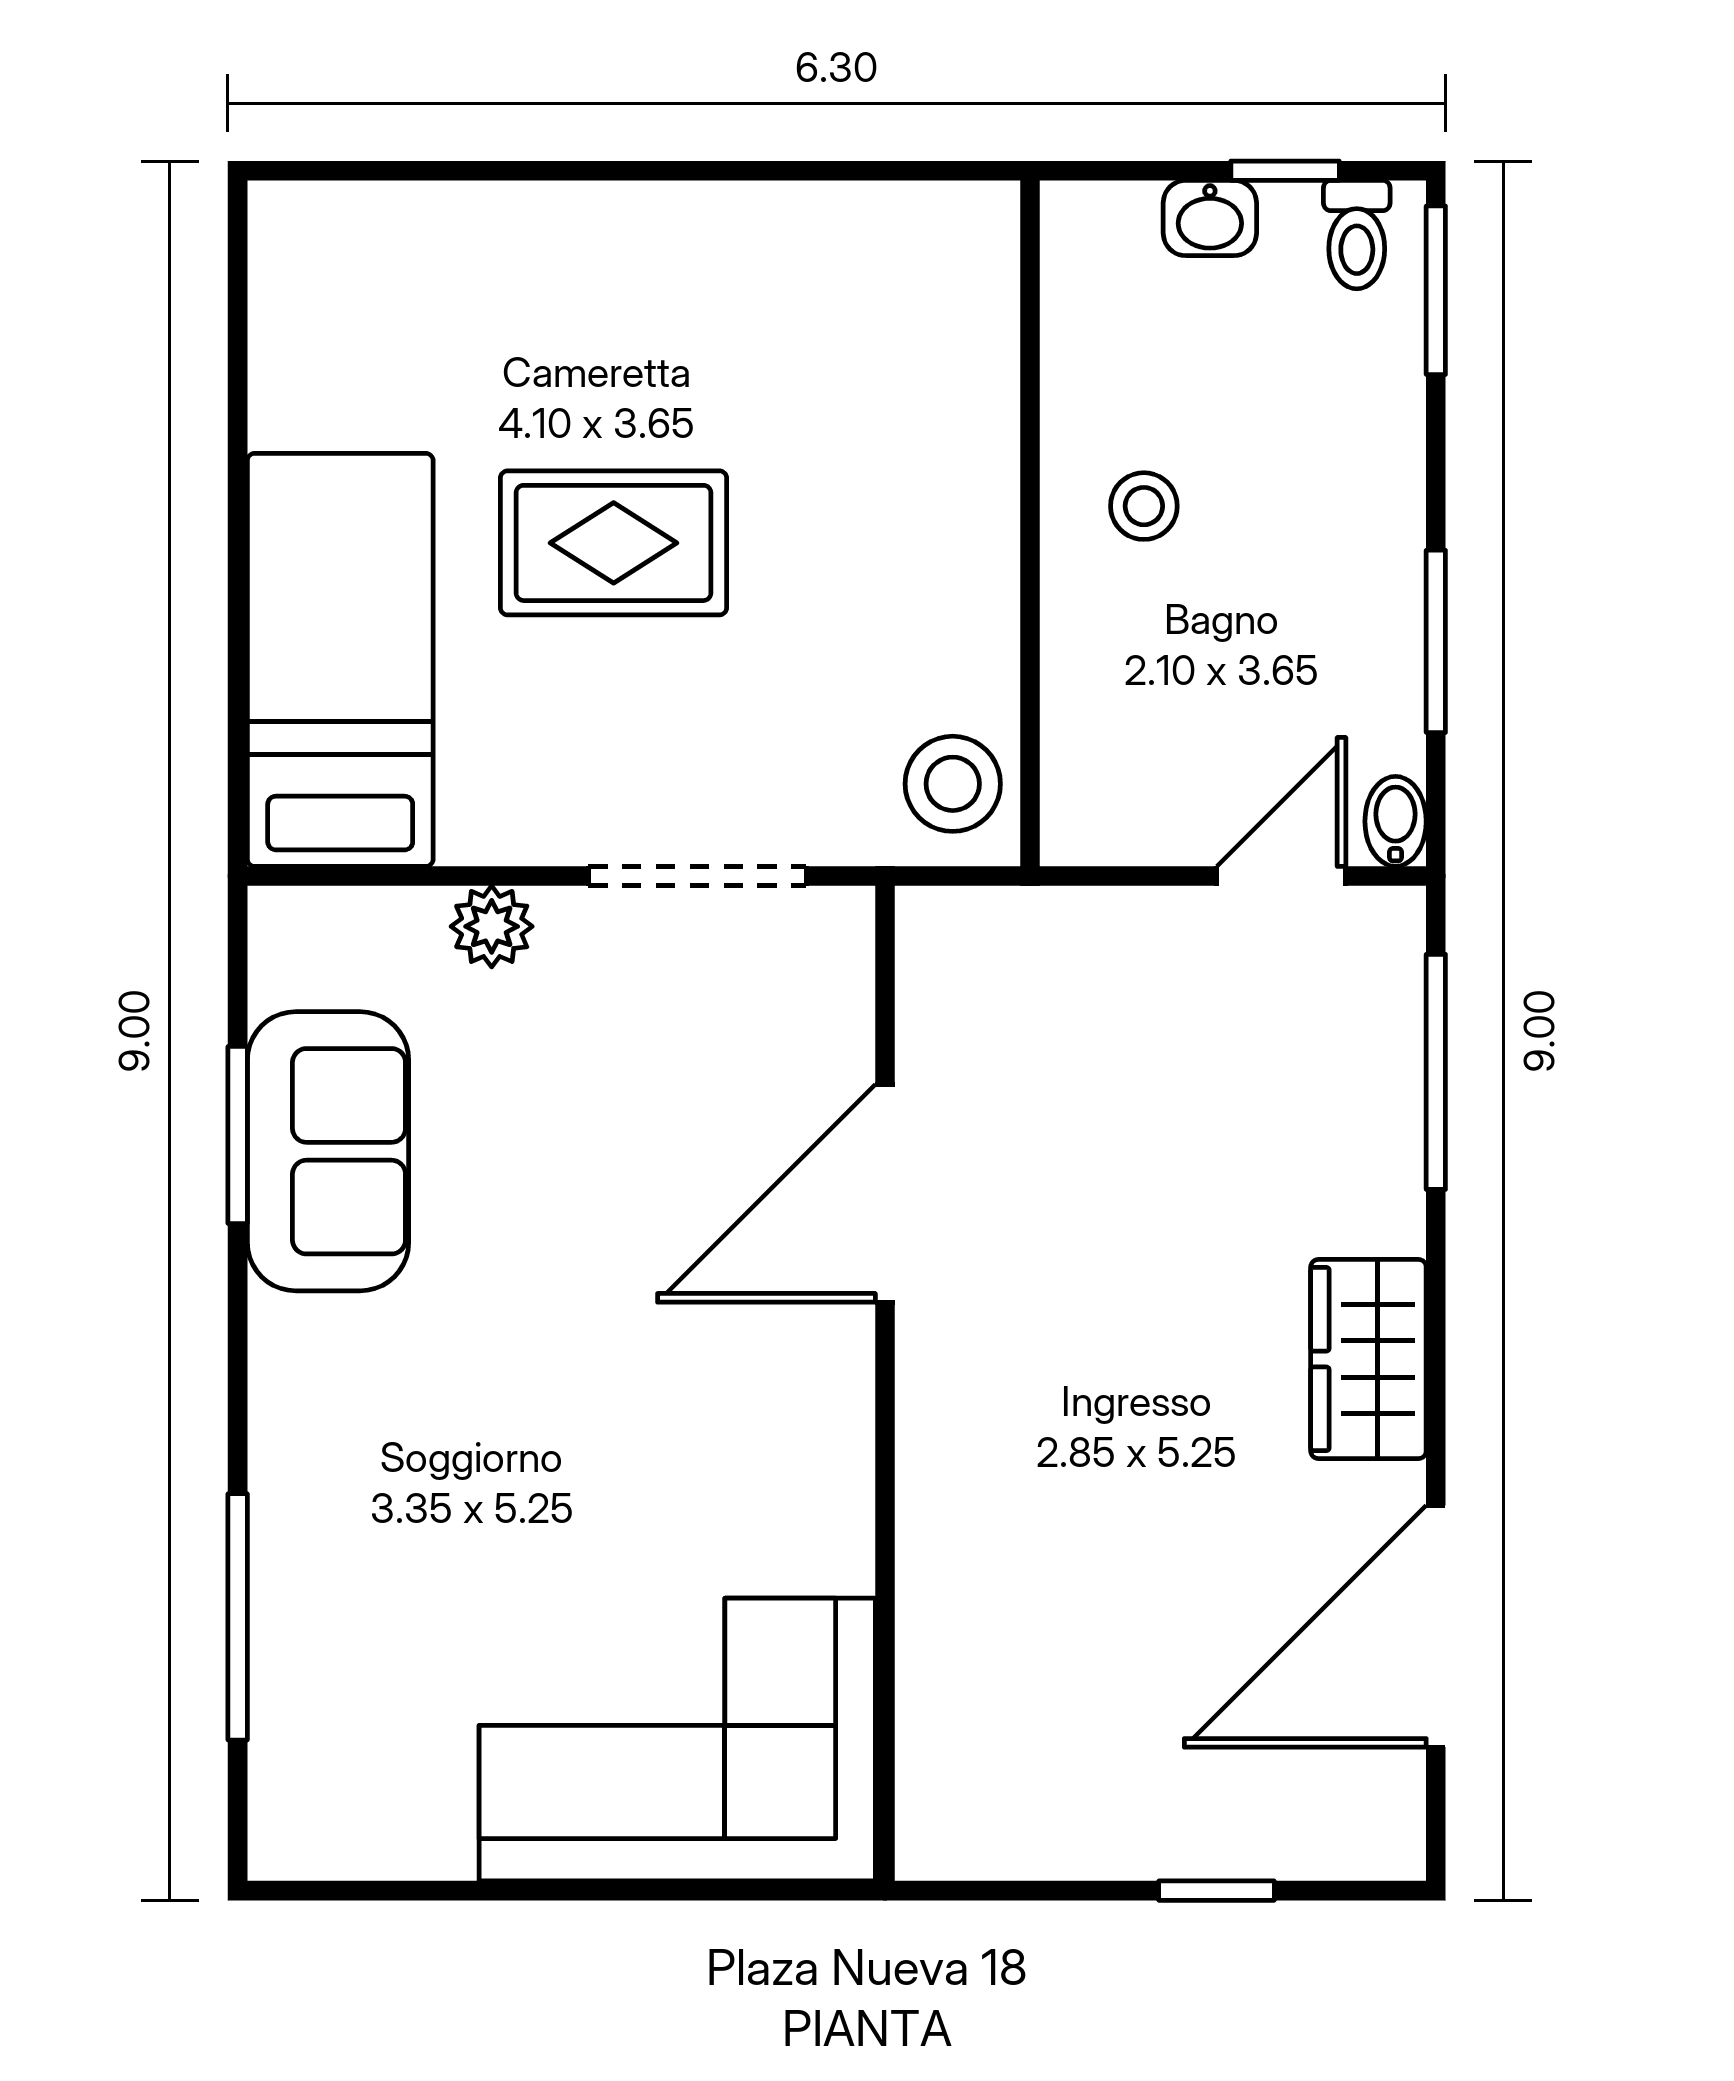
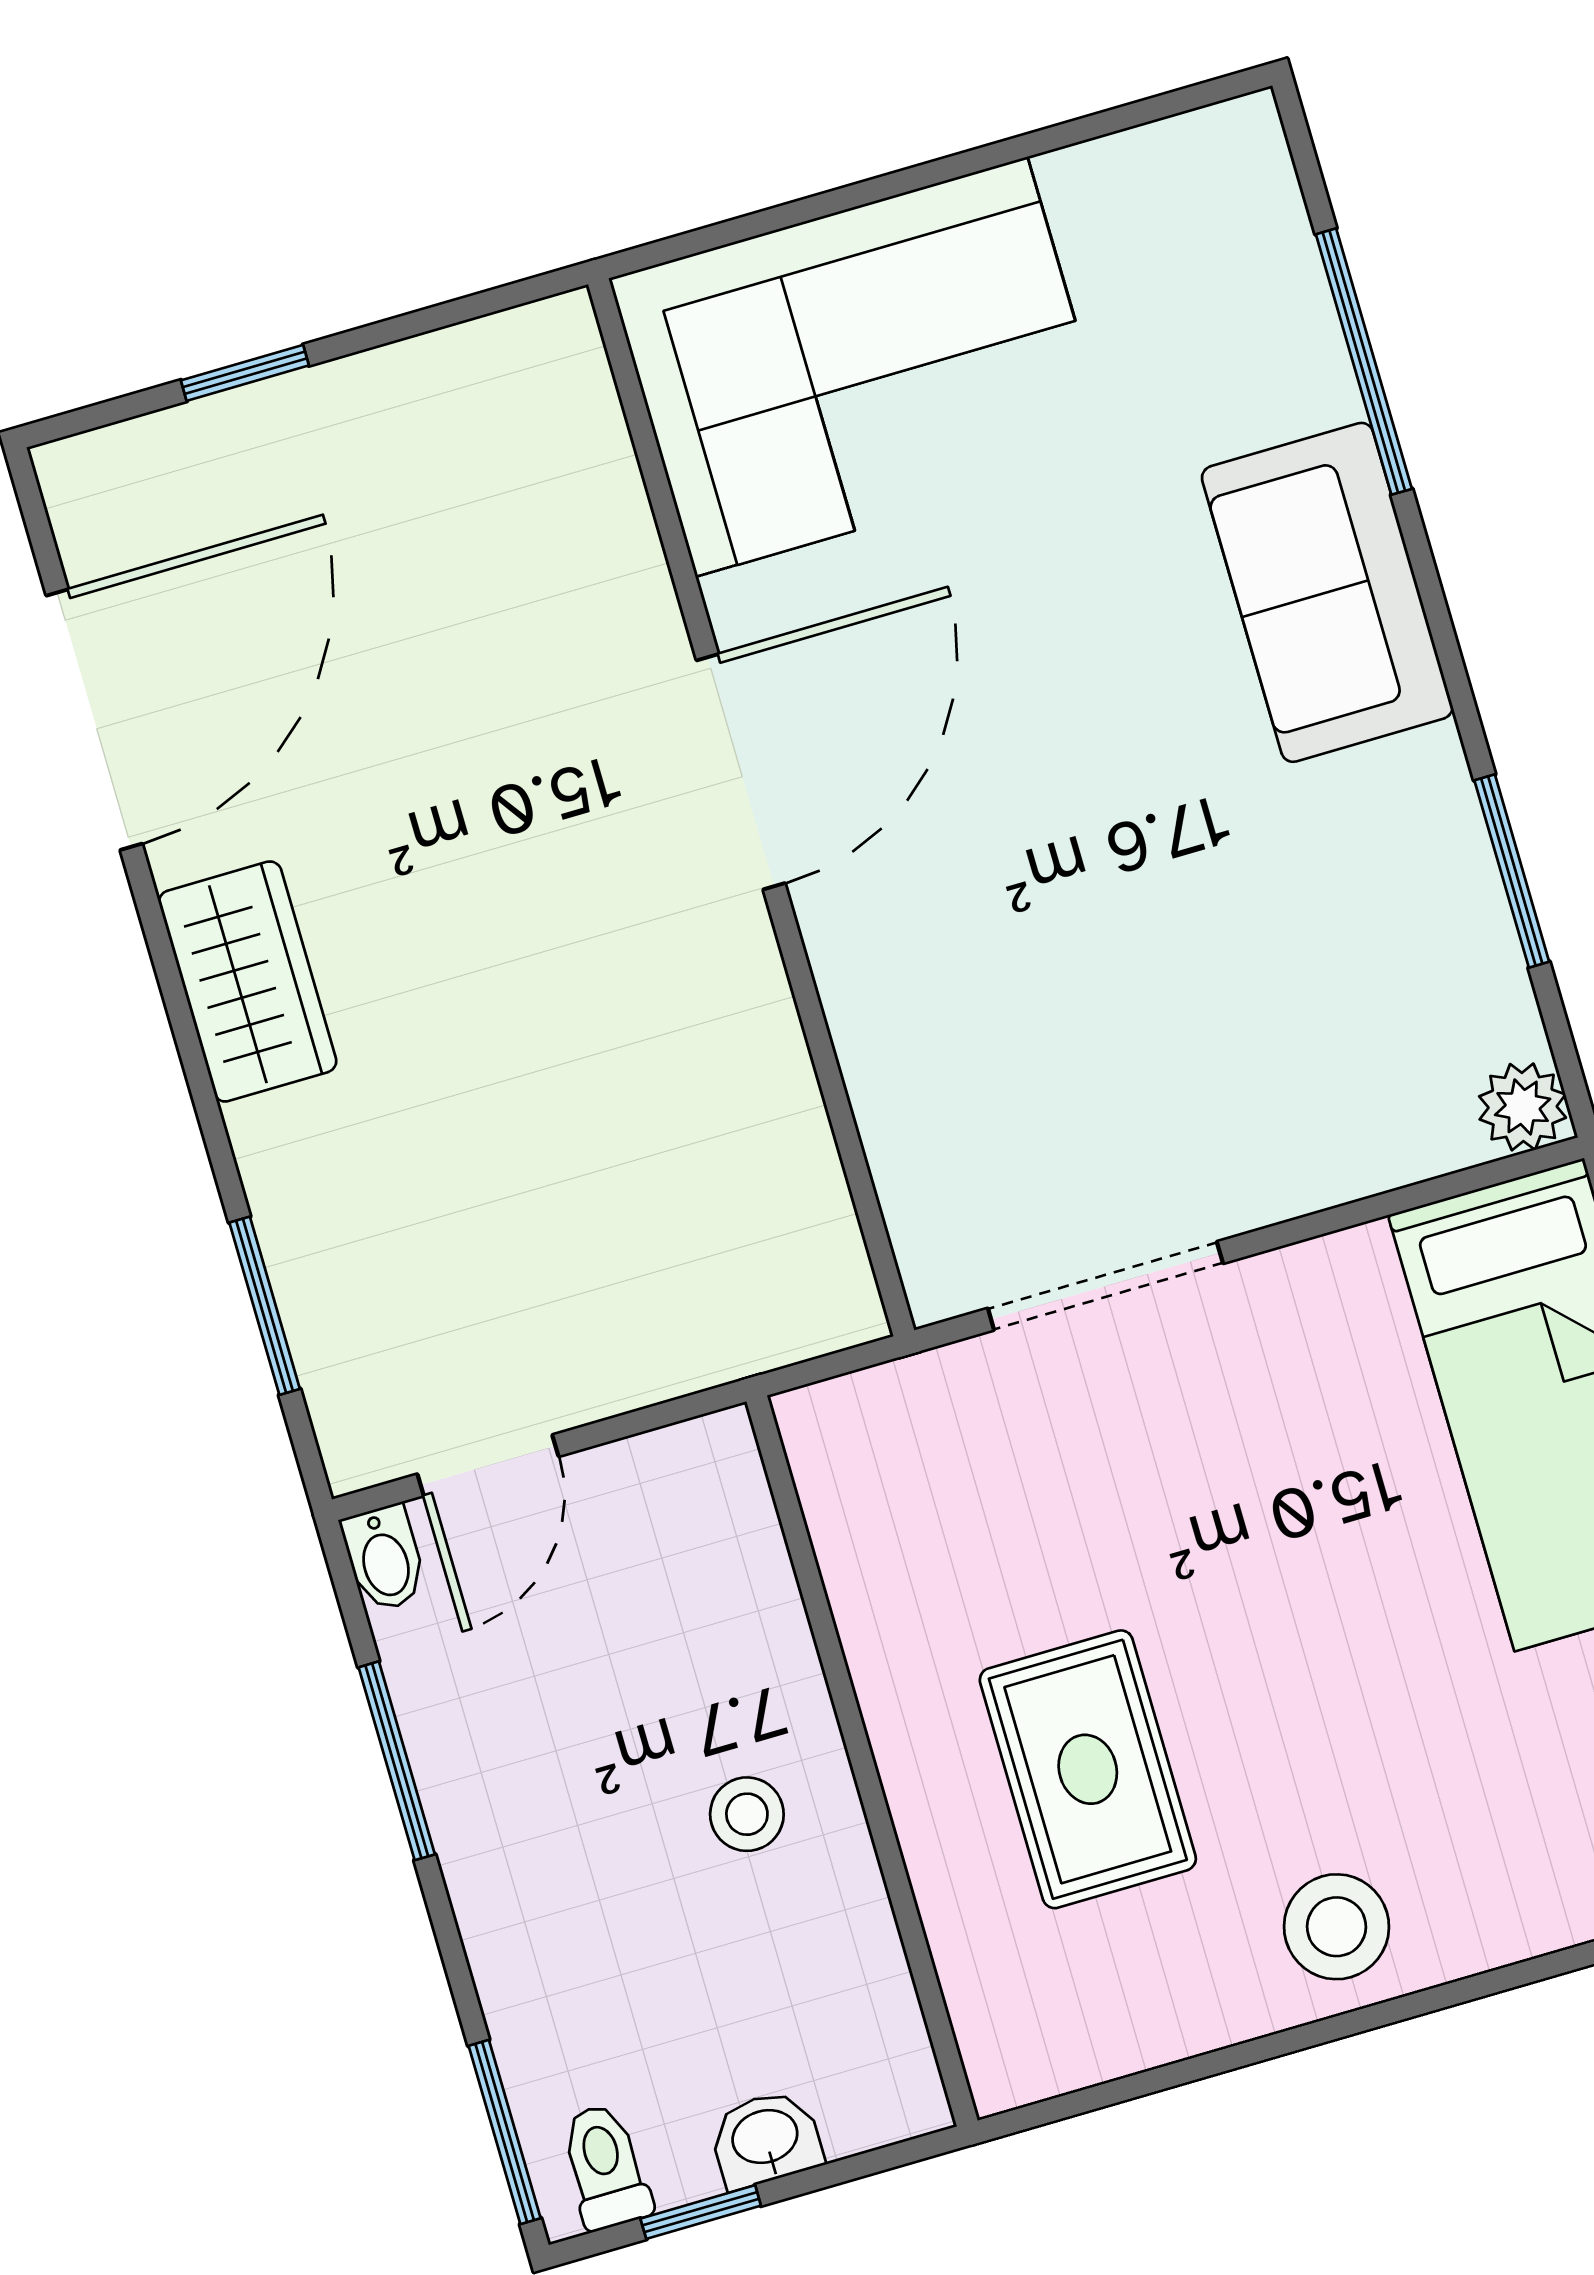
rug: (614, 543) -> (1088, 1769), moved, turned 90
stool: (953, 784) -> (1337, 1927), moved
plant: (492, 926) -> (1523, 1107), moved
window: (1436, 1072) -> (265, 1306), width x0.69
sofa: (328, 1151) -> (1327, 592), moved
door: (885, 1193) -> (741, 772), moved

